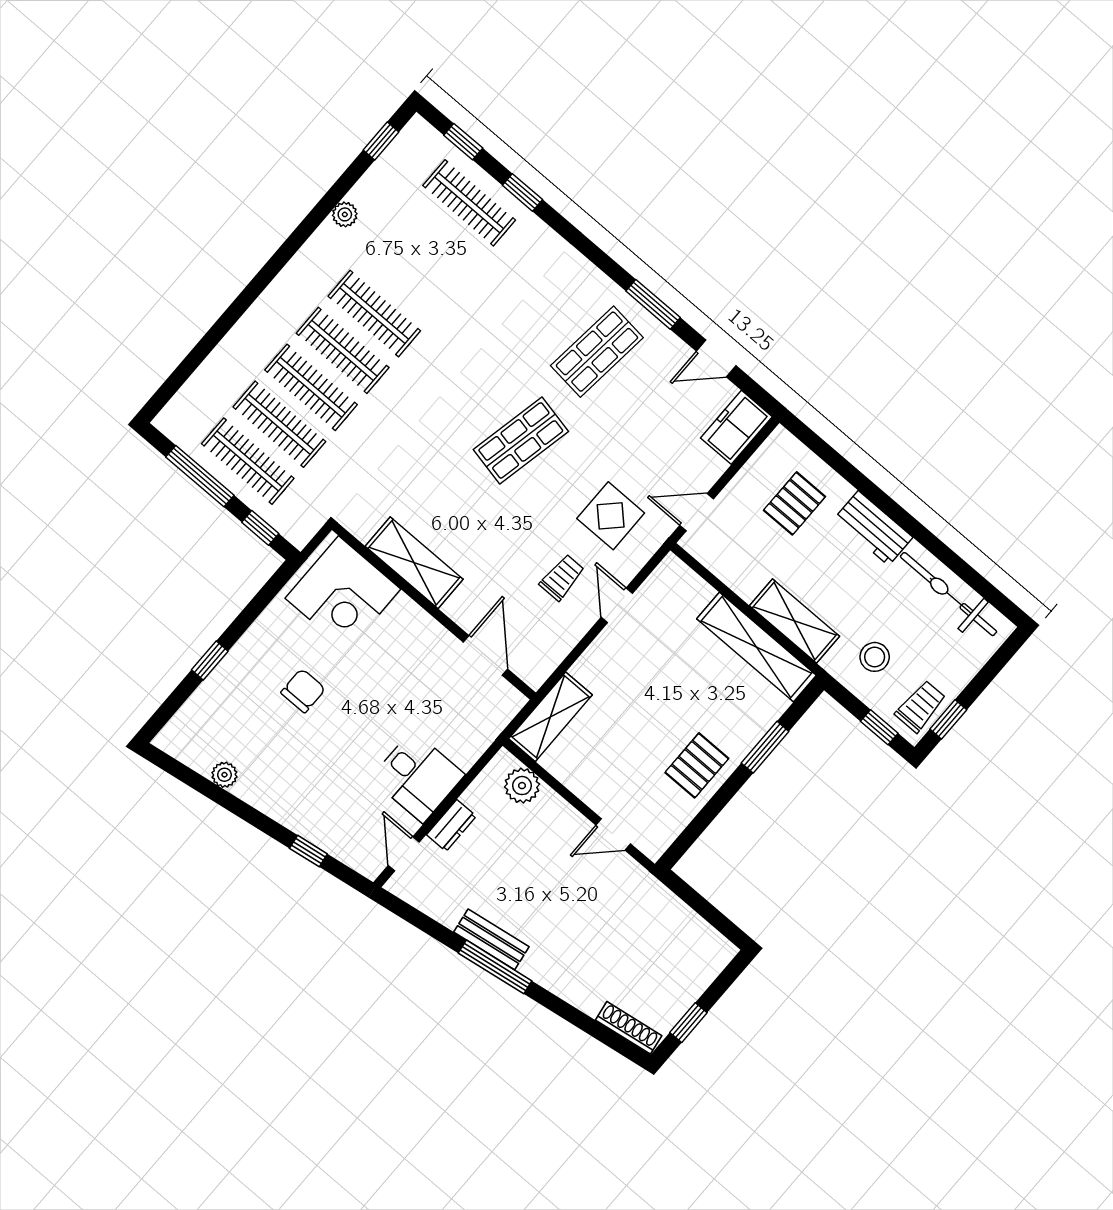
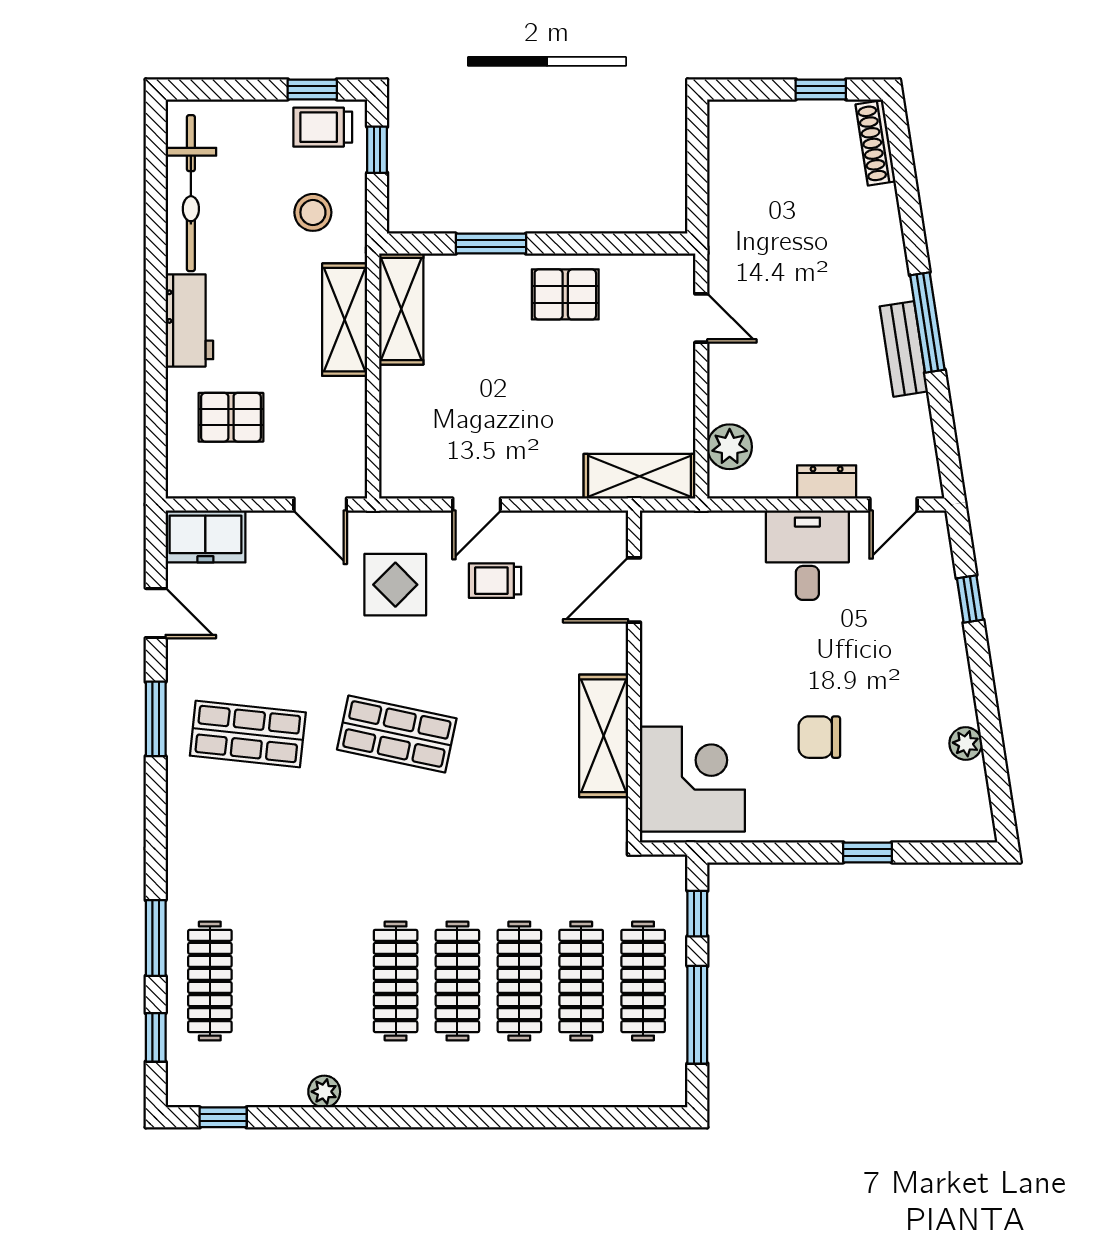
window: (522, 192) -> (156, 938), width x1.50
shelving: (756, 647) -> (401, 309), width x0.68

